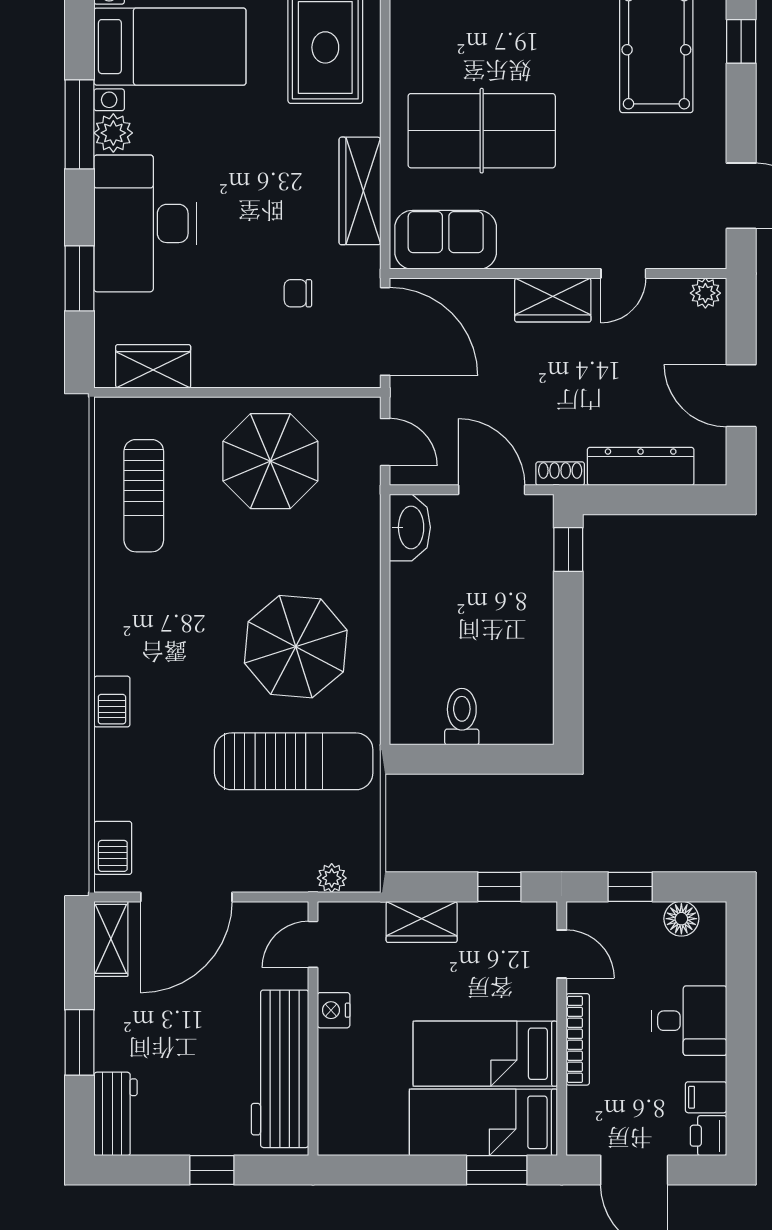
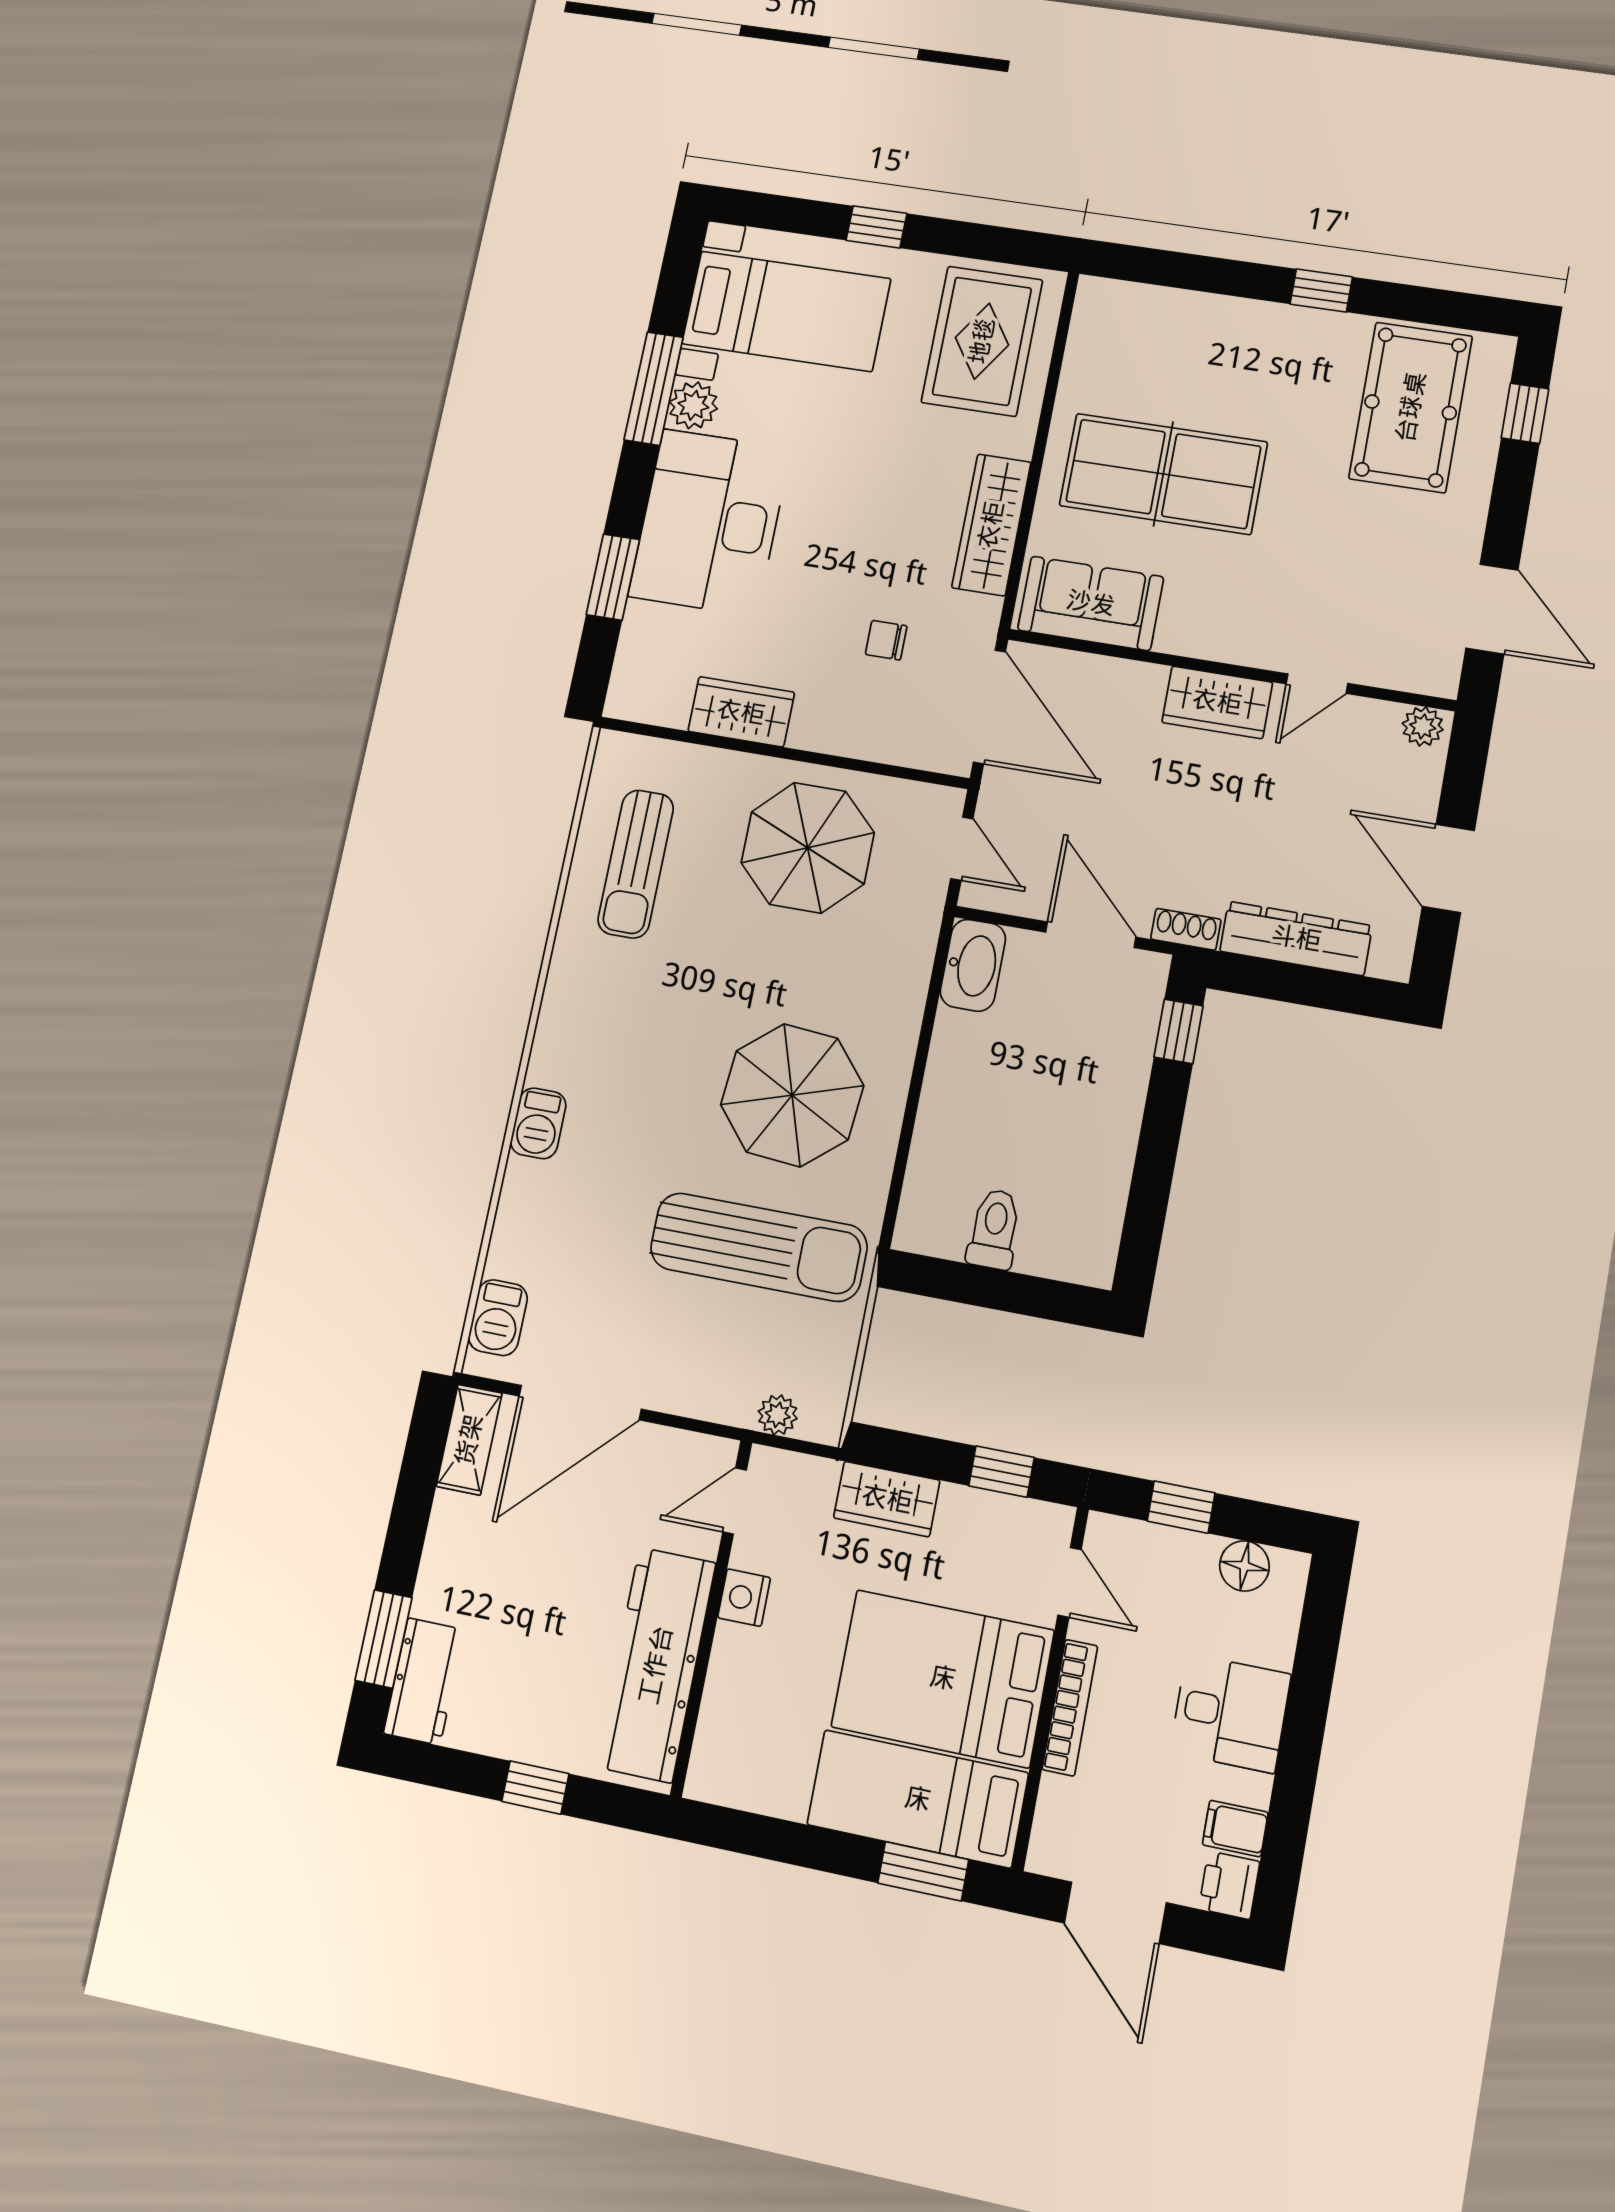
wardrobe: (153, 366) -> (741, 712), moved
window: (80, 1042) -> (384, 1639), moved
bed: (485, 1054) -> (943, 1678), width x1.50

